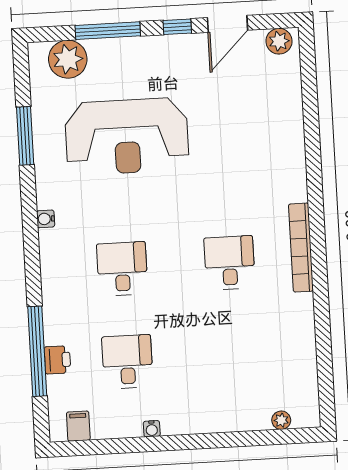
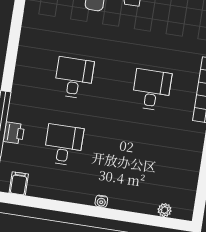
water cooler: (46, 219) -> (27, 30), removed
water cooler: (152, 429) -> (101, 201), moved

